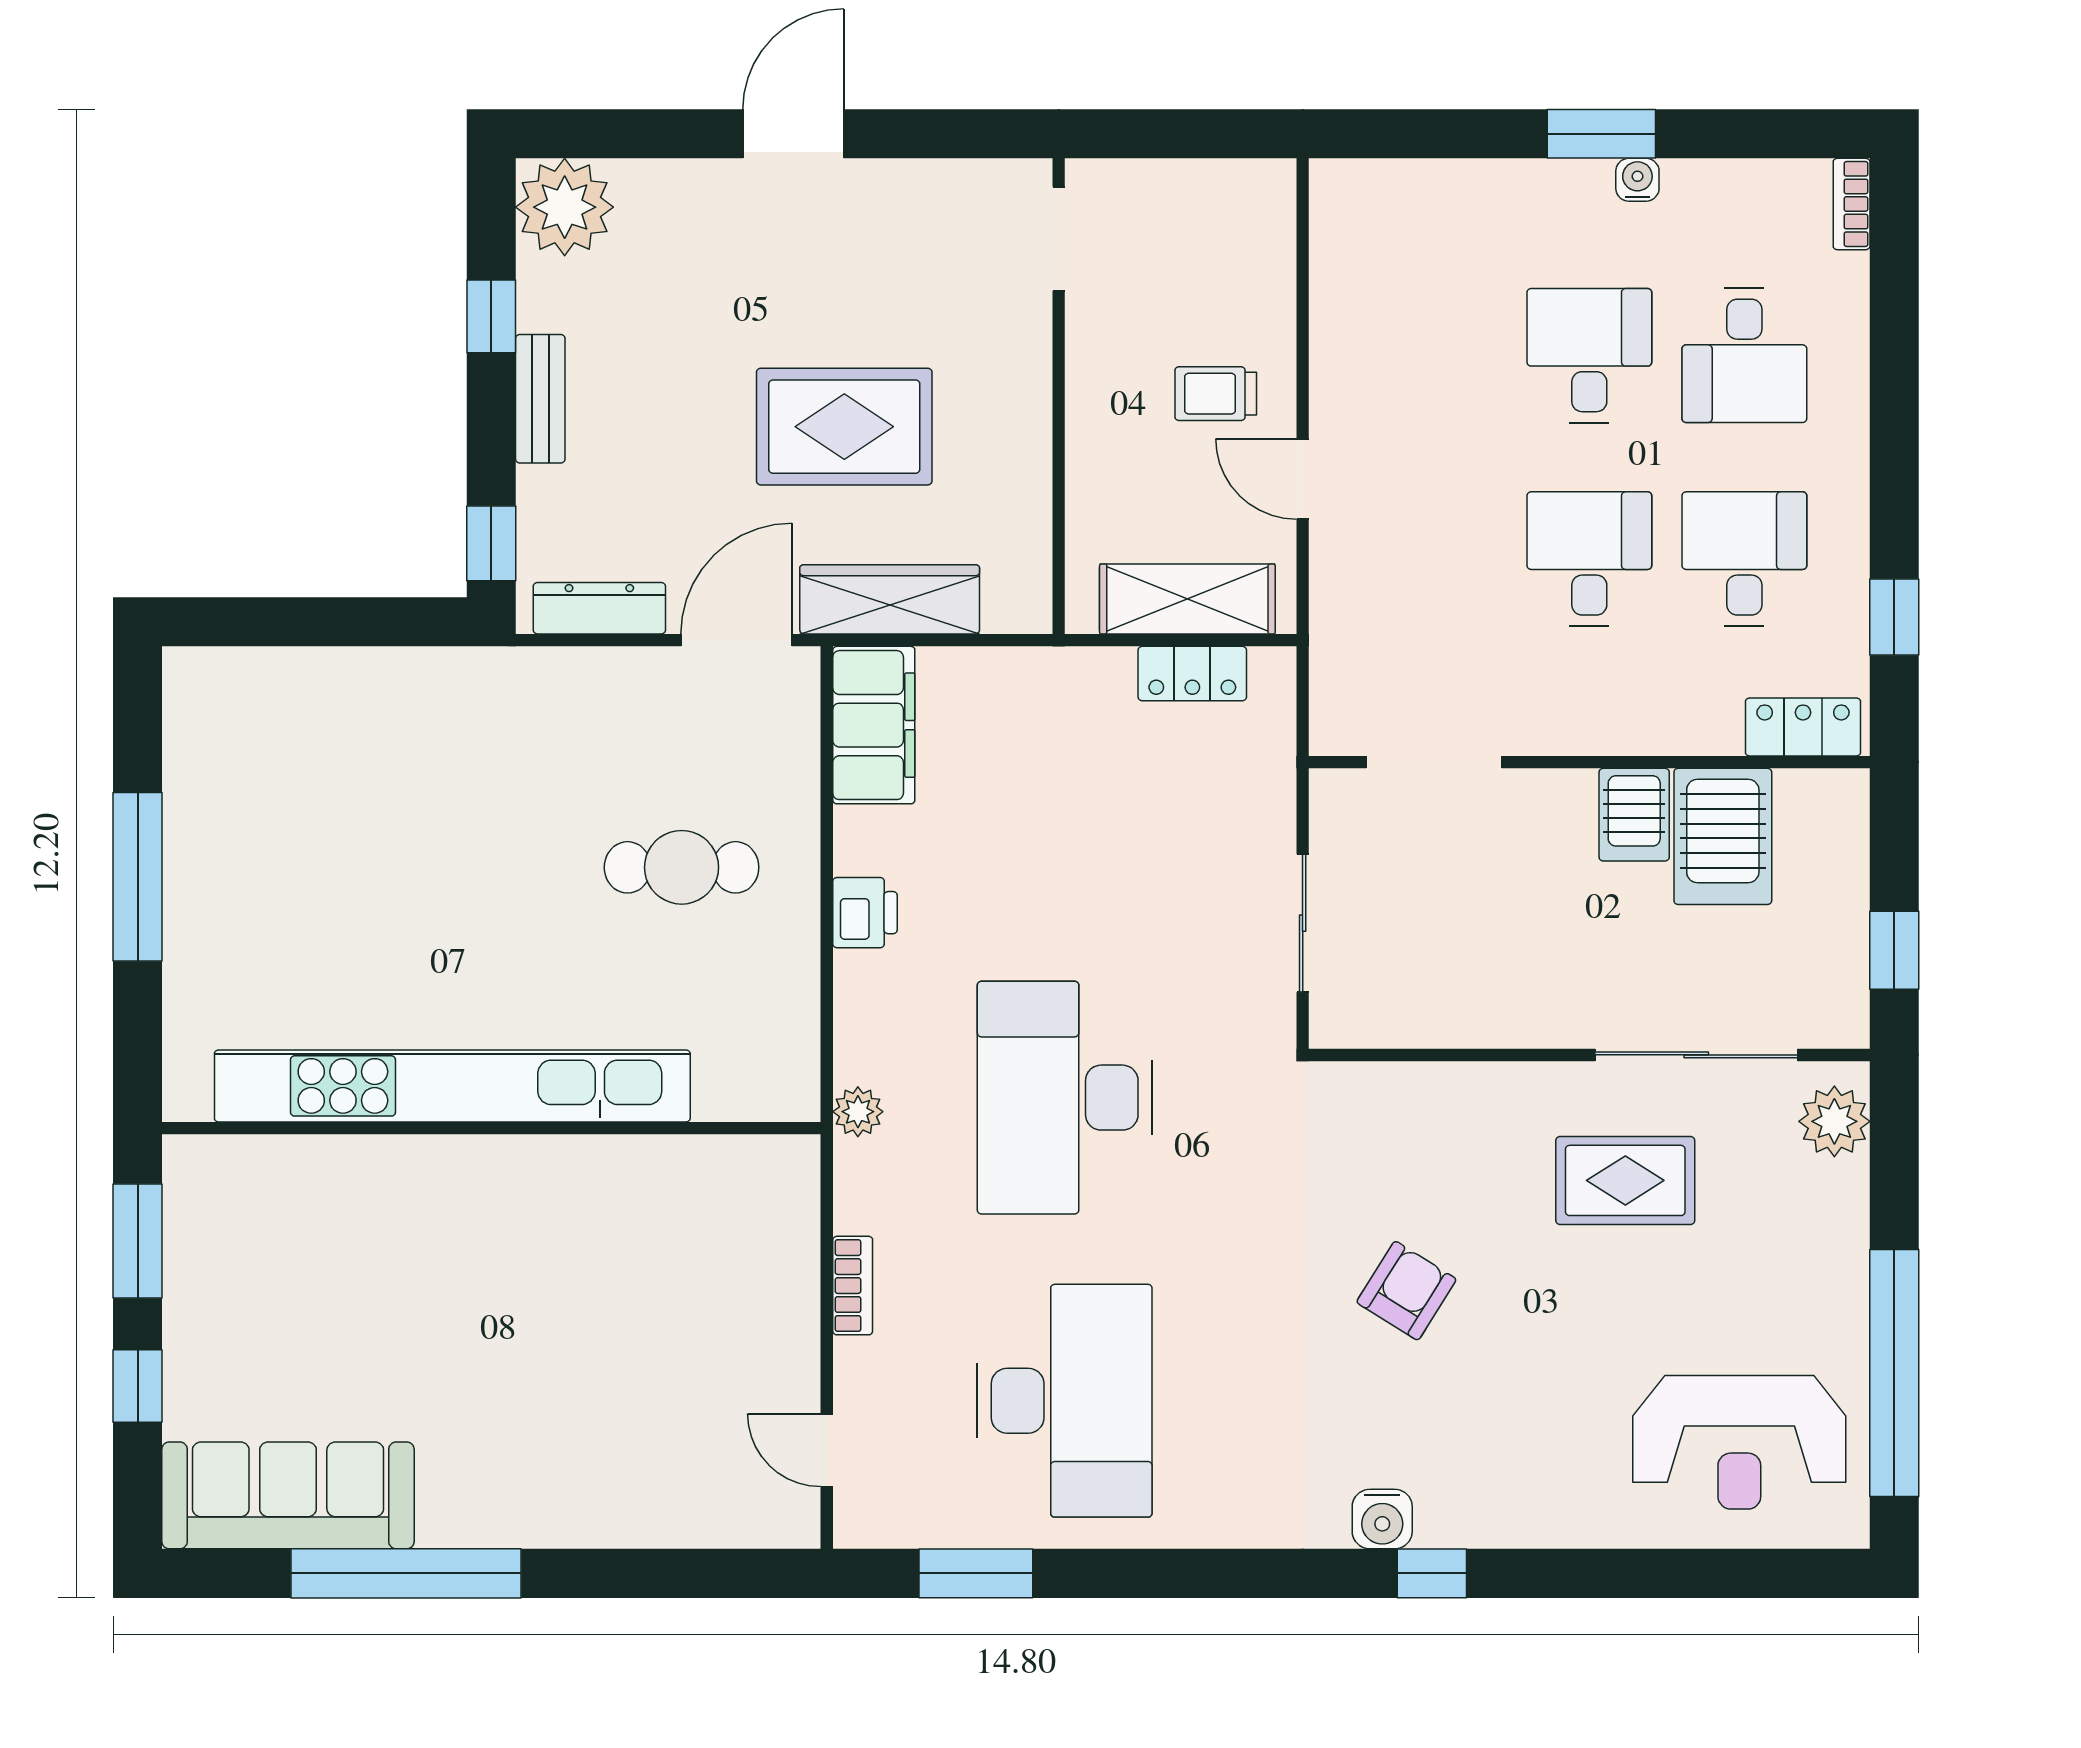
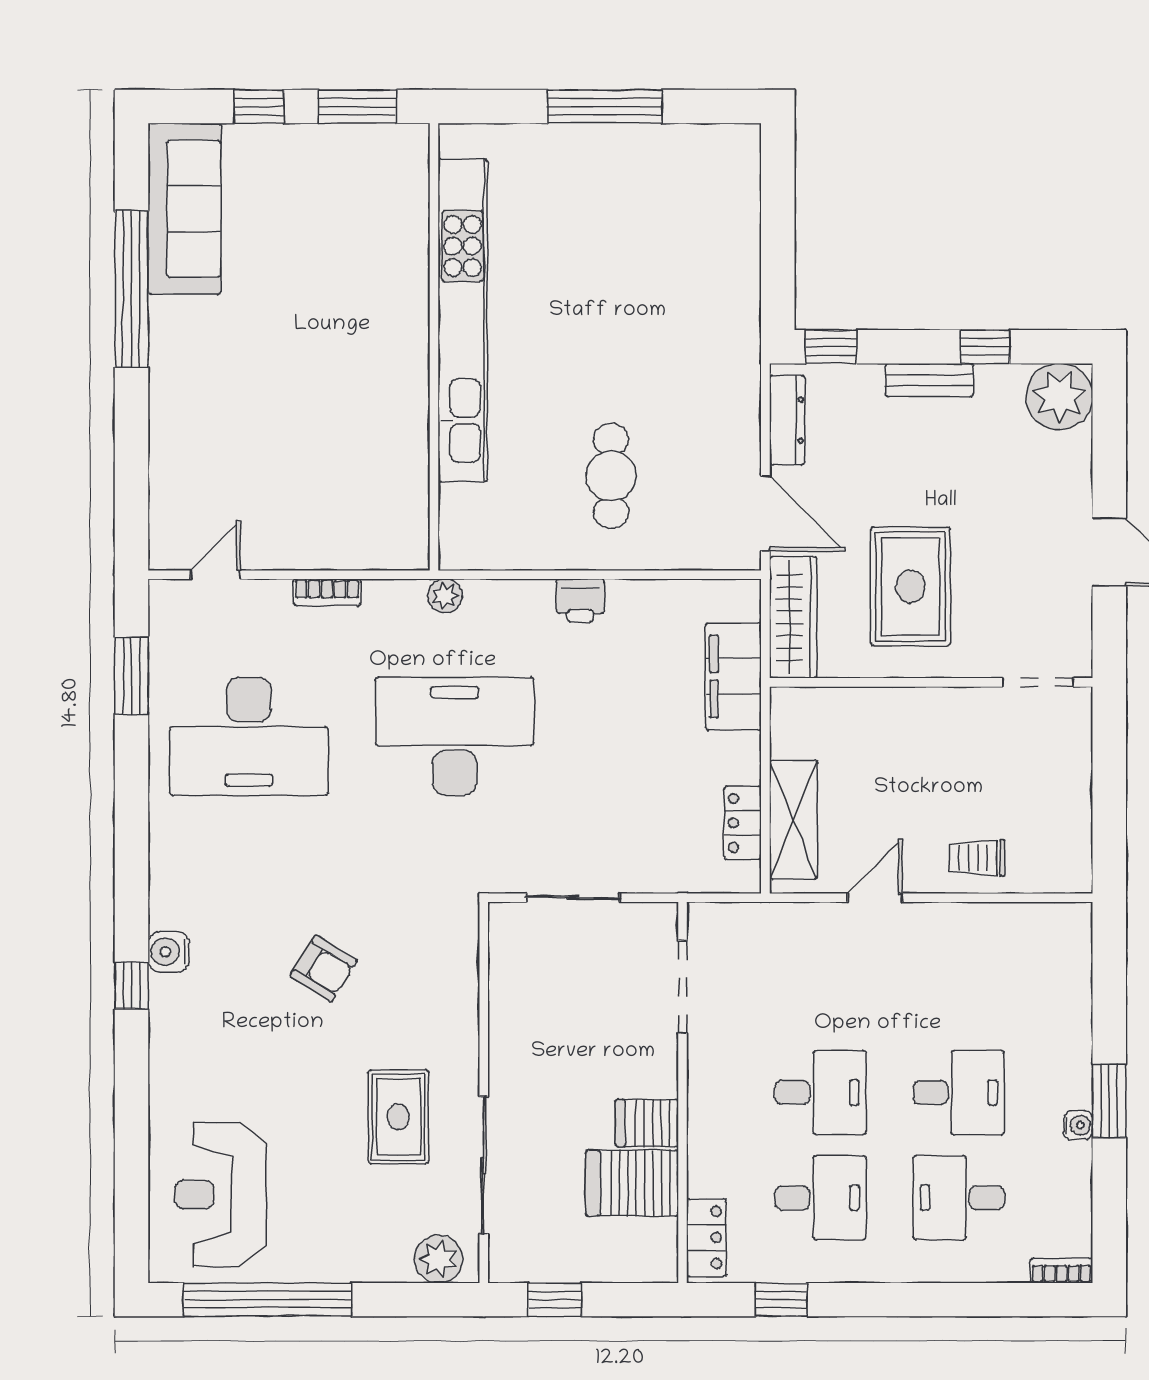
doorway: (1059, 239) -> (1038, 682), moved
trolley: (1216, 394) -> (977, 858), moved, turned -90
wall: (1059, 396) -> (931, 682), moved
filing cabinet: (874, 725) -> (733, 676), moved, turned 90

